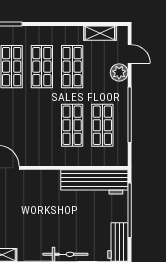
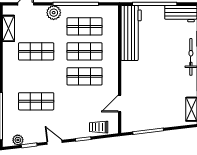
shop shelf: (42, 67) -> (84, 76), moved
plant: (119, 72) -> (54, 13), moved

